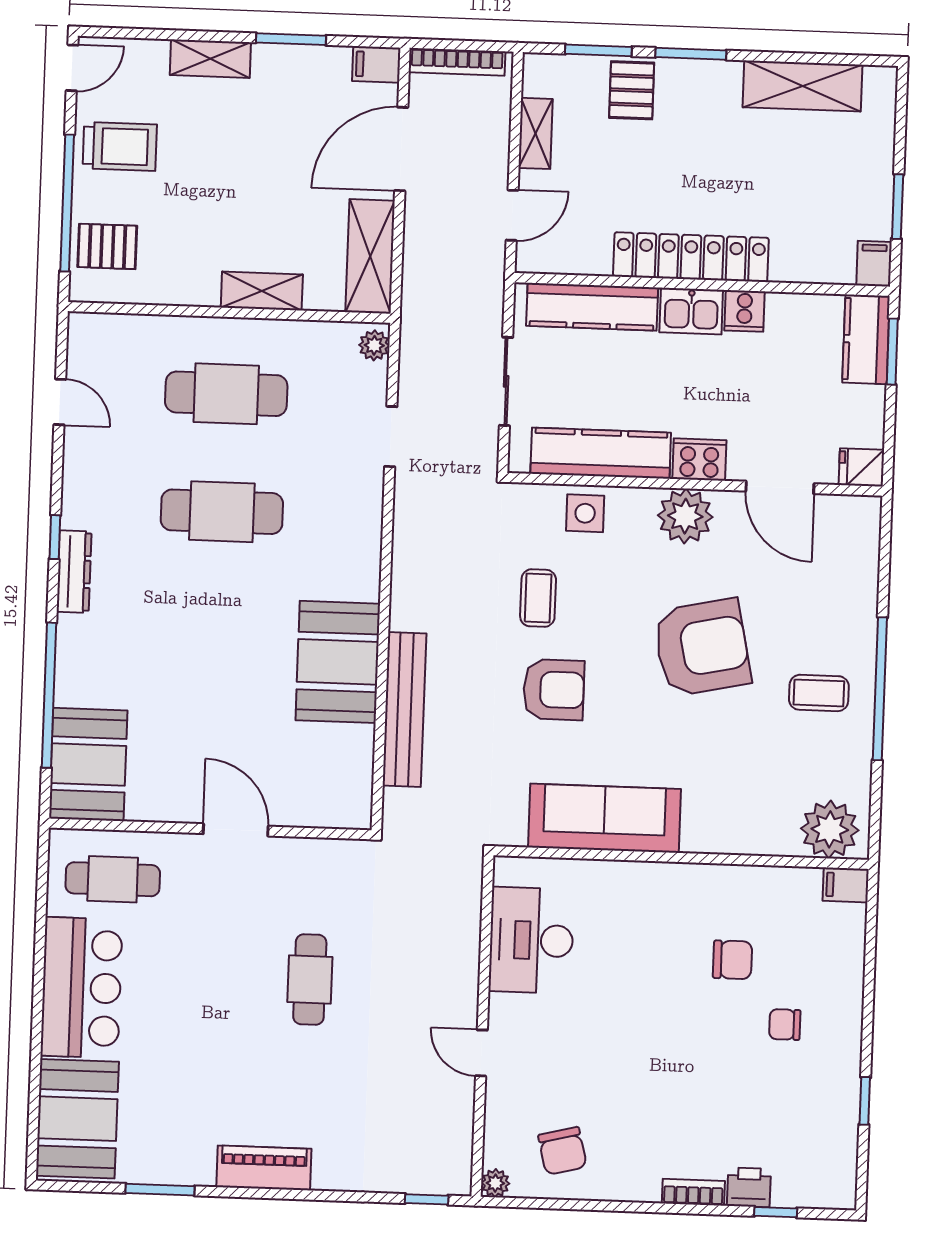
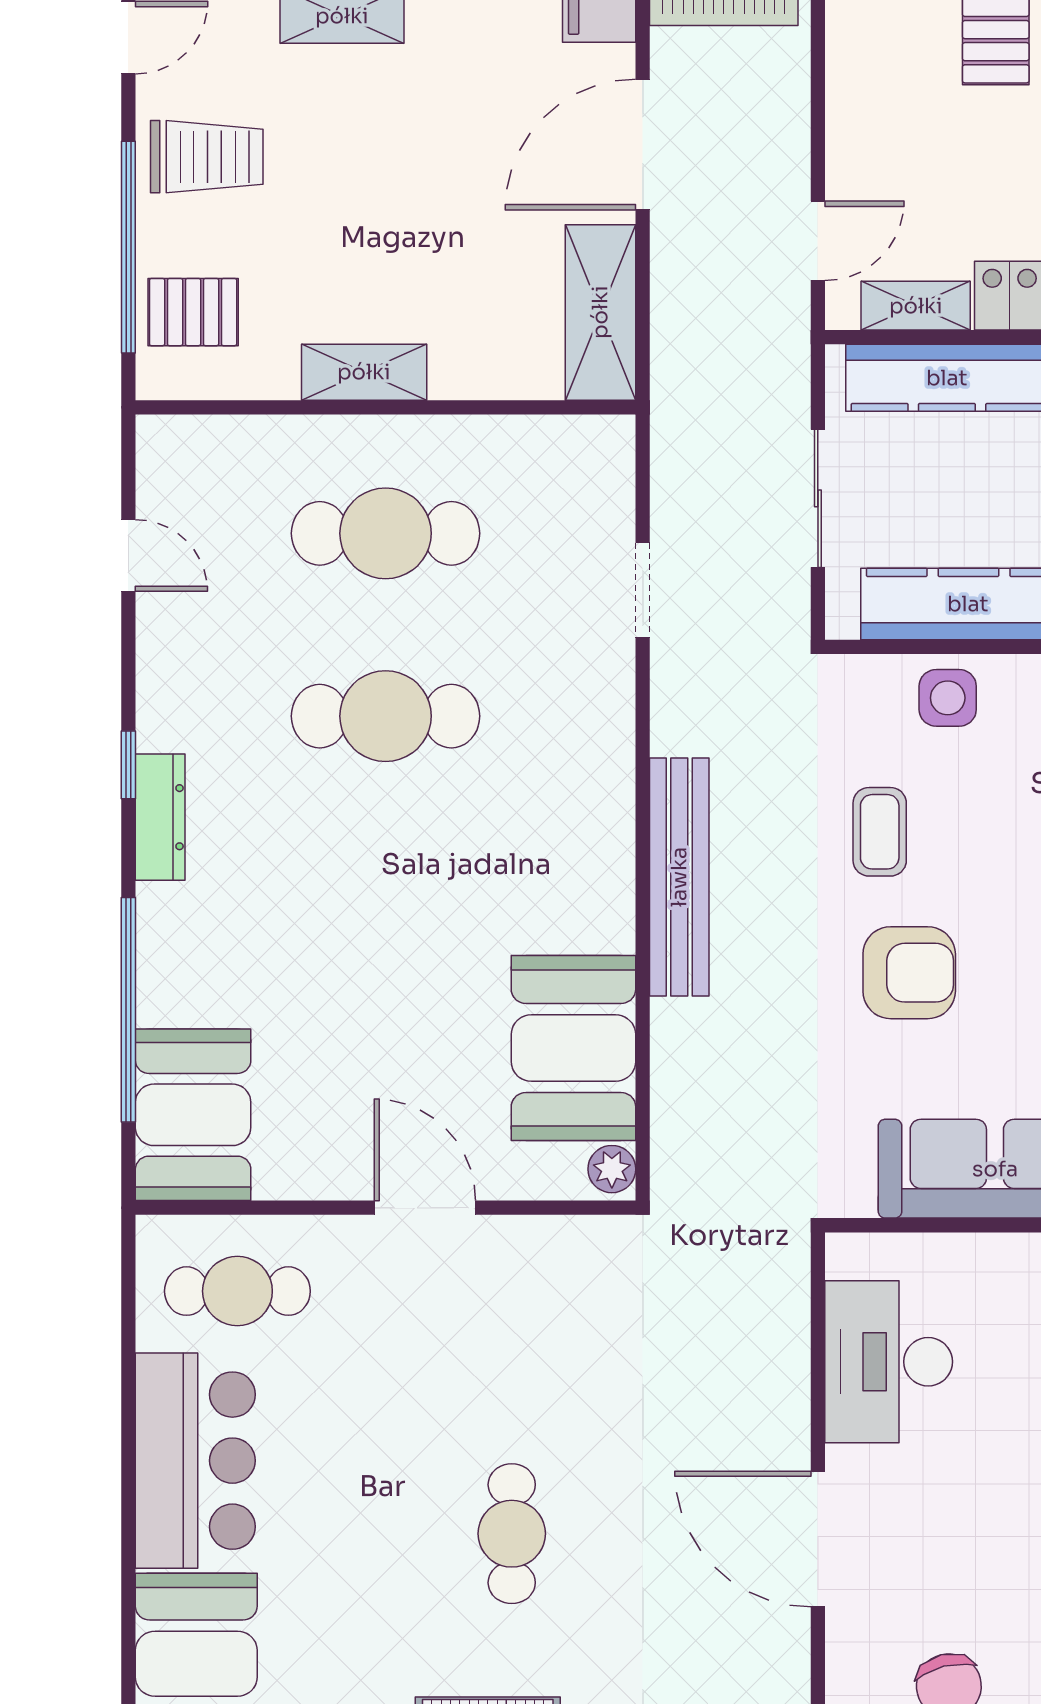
shelving: (536, 133) -> (916, 306), moved, turned 90
shelving: (262, 291) -> (364, 372), moved
plant: (374, 345) -> (612, 1169), moved
booth: (338, 662) -> (573, 1048), moved
bench: (404, 709) -> (679, 877), moved
cafe table: (310, 980) -> (512, 1534), moved
door: (481, 1053) -> (818, 1539), width x1.87

